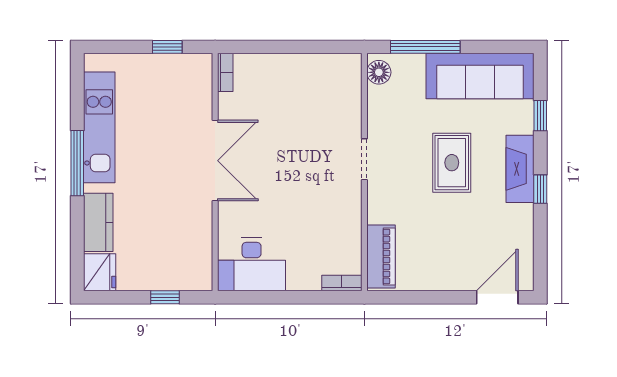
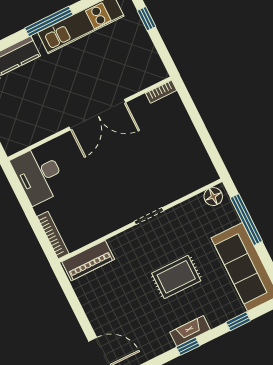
window: (167, 47) -> (147, 19), moved
fireplace: (520, 169) -> (190, 331), width x0.73, depth x0.76
bookcase: (342, 283) -> (53, 235), width x1.56

